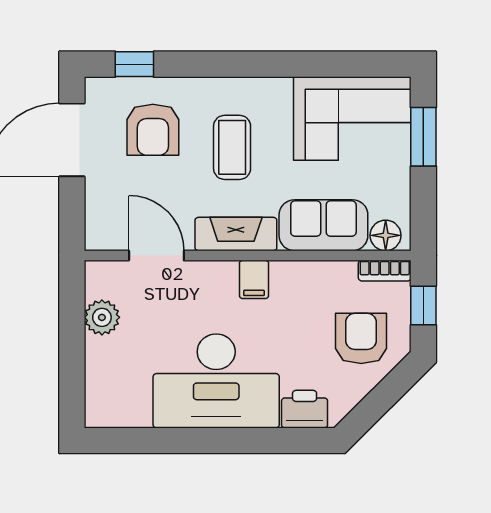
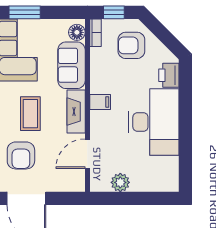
armchair: (153, 130) -> (21, 155), turned 90
coffee table: (232, 147) -> (30, 114), turned 90

